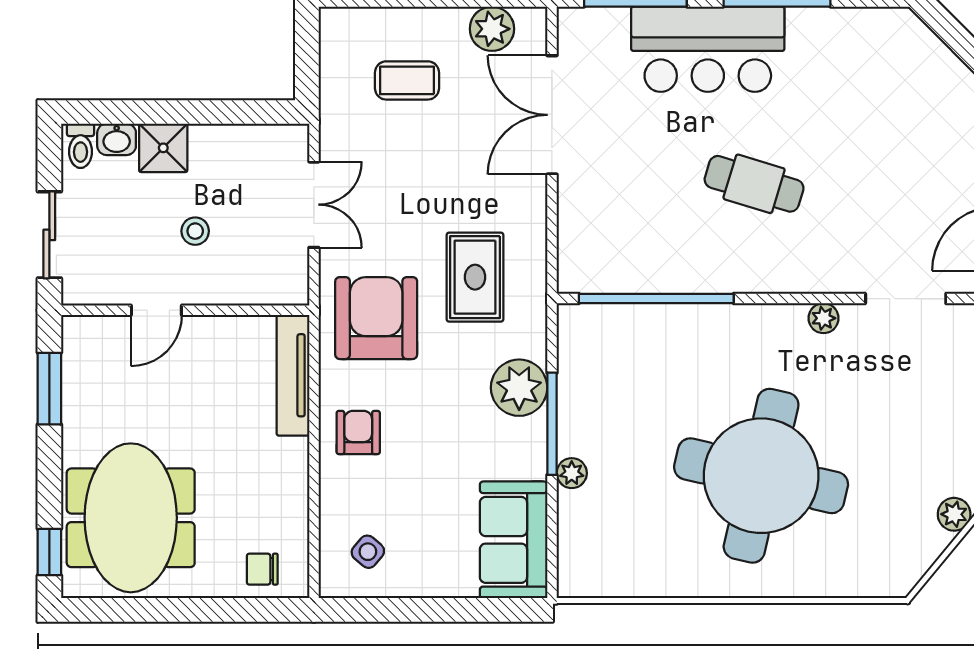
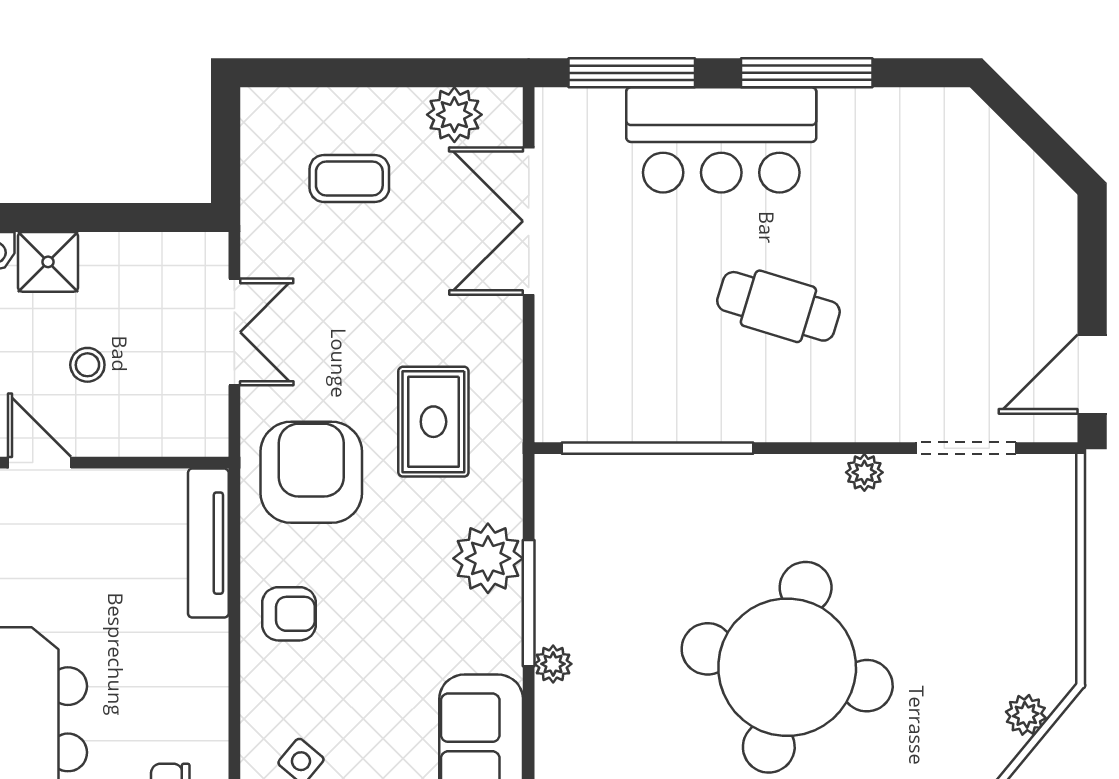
door: (156, 310) -> (40, 463), swing flipped
armchair: (358, 432) -> (289, 614), turned 90

